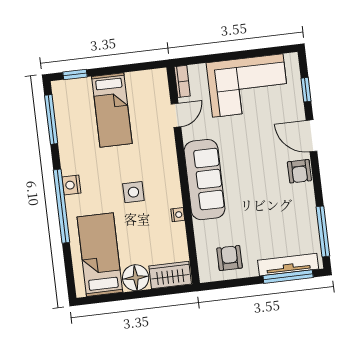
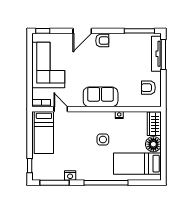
window: (306, 90) -> (43, 31), moved
bed: (112, 110) -> (44, 133), moved, turned 90
sofa: (205, 180) -> (101, 97), width x0.73
nightstand: (71, 185) -> (70, 176), moved

